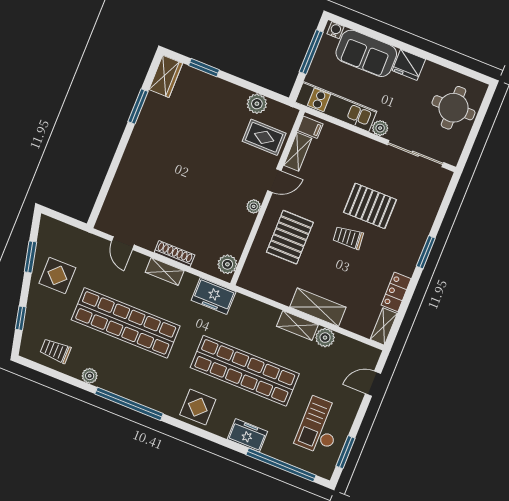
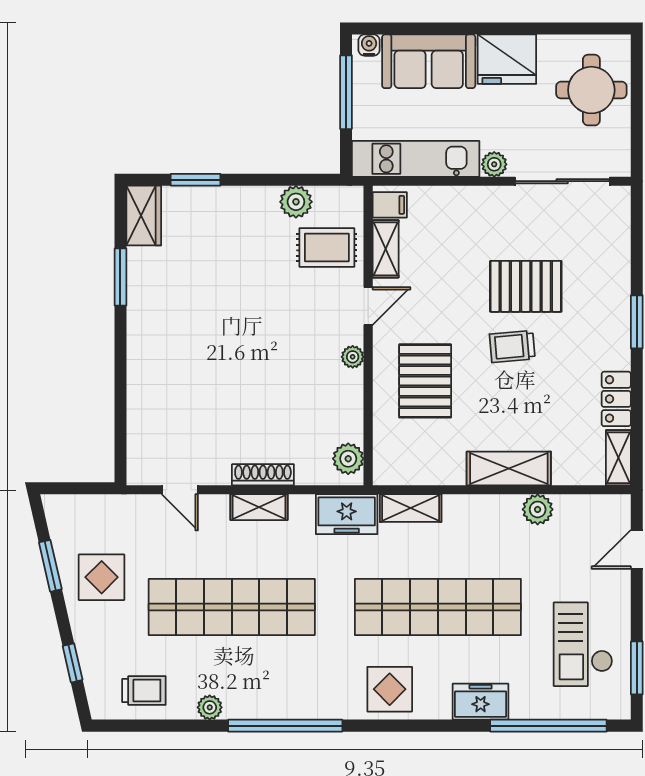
fridge: (409, 65) -> (507, 59), width x1.36, depth x1.34
shelving: (297, 326) -> (411, 508), moved
trolley: (55, 351) -> (144, 691), turned 180

